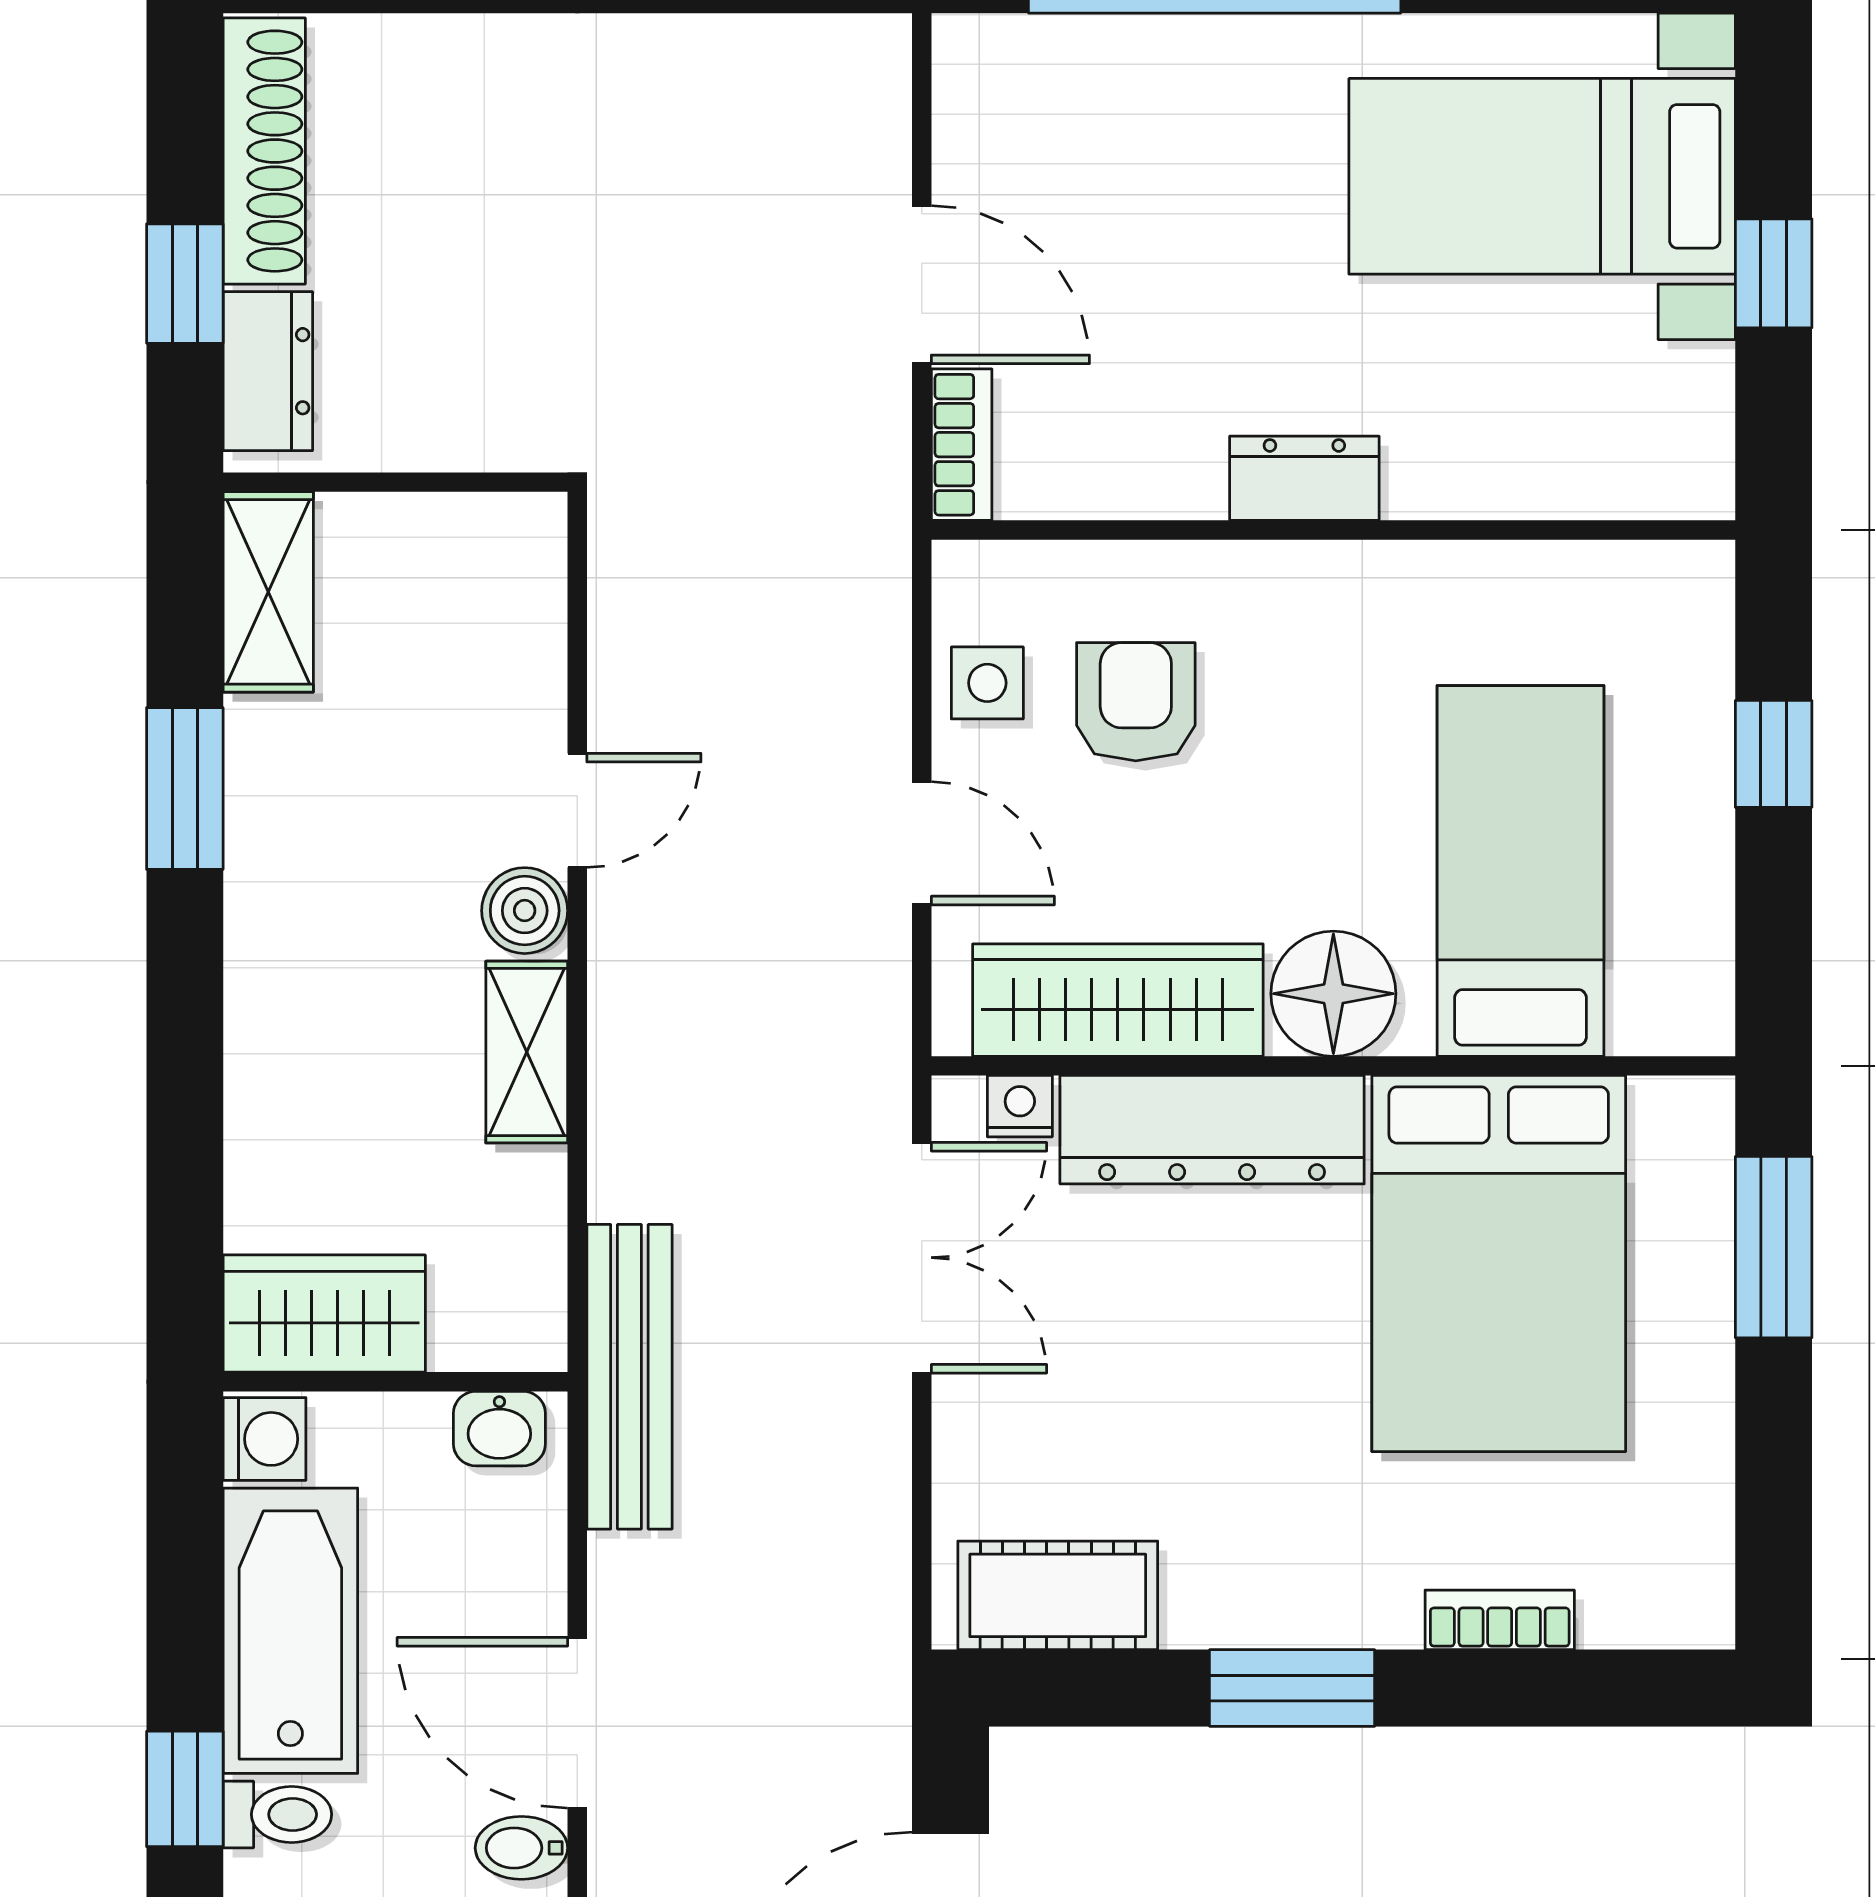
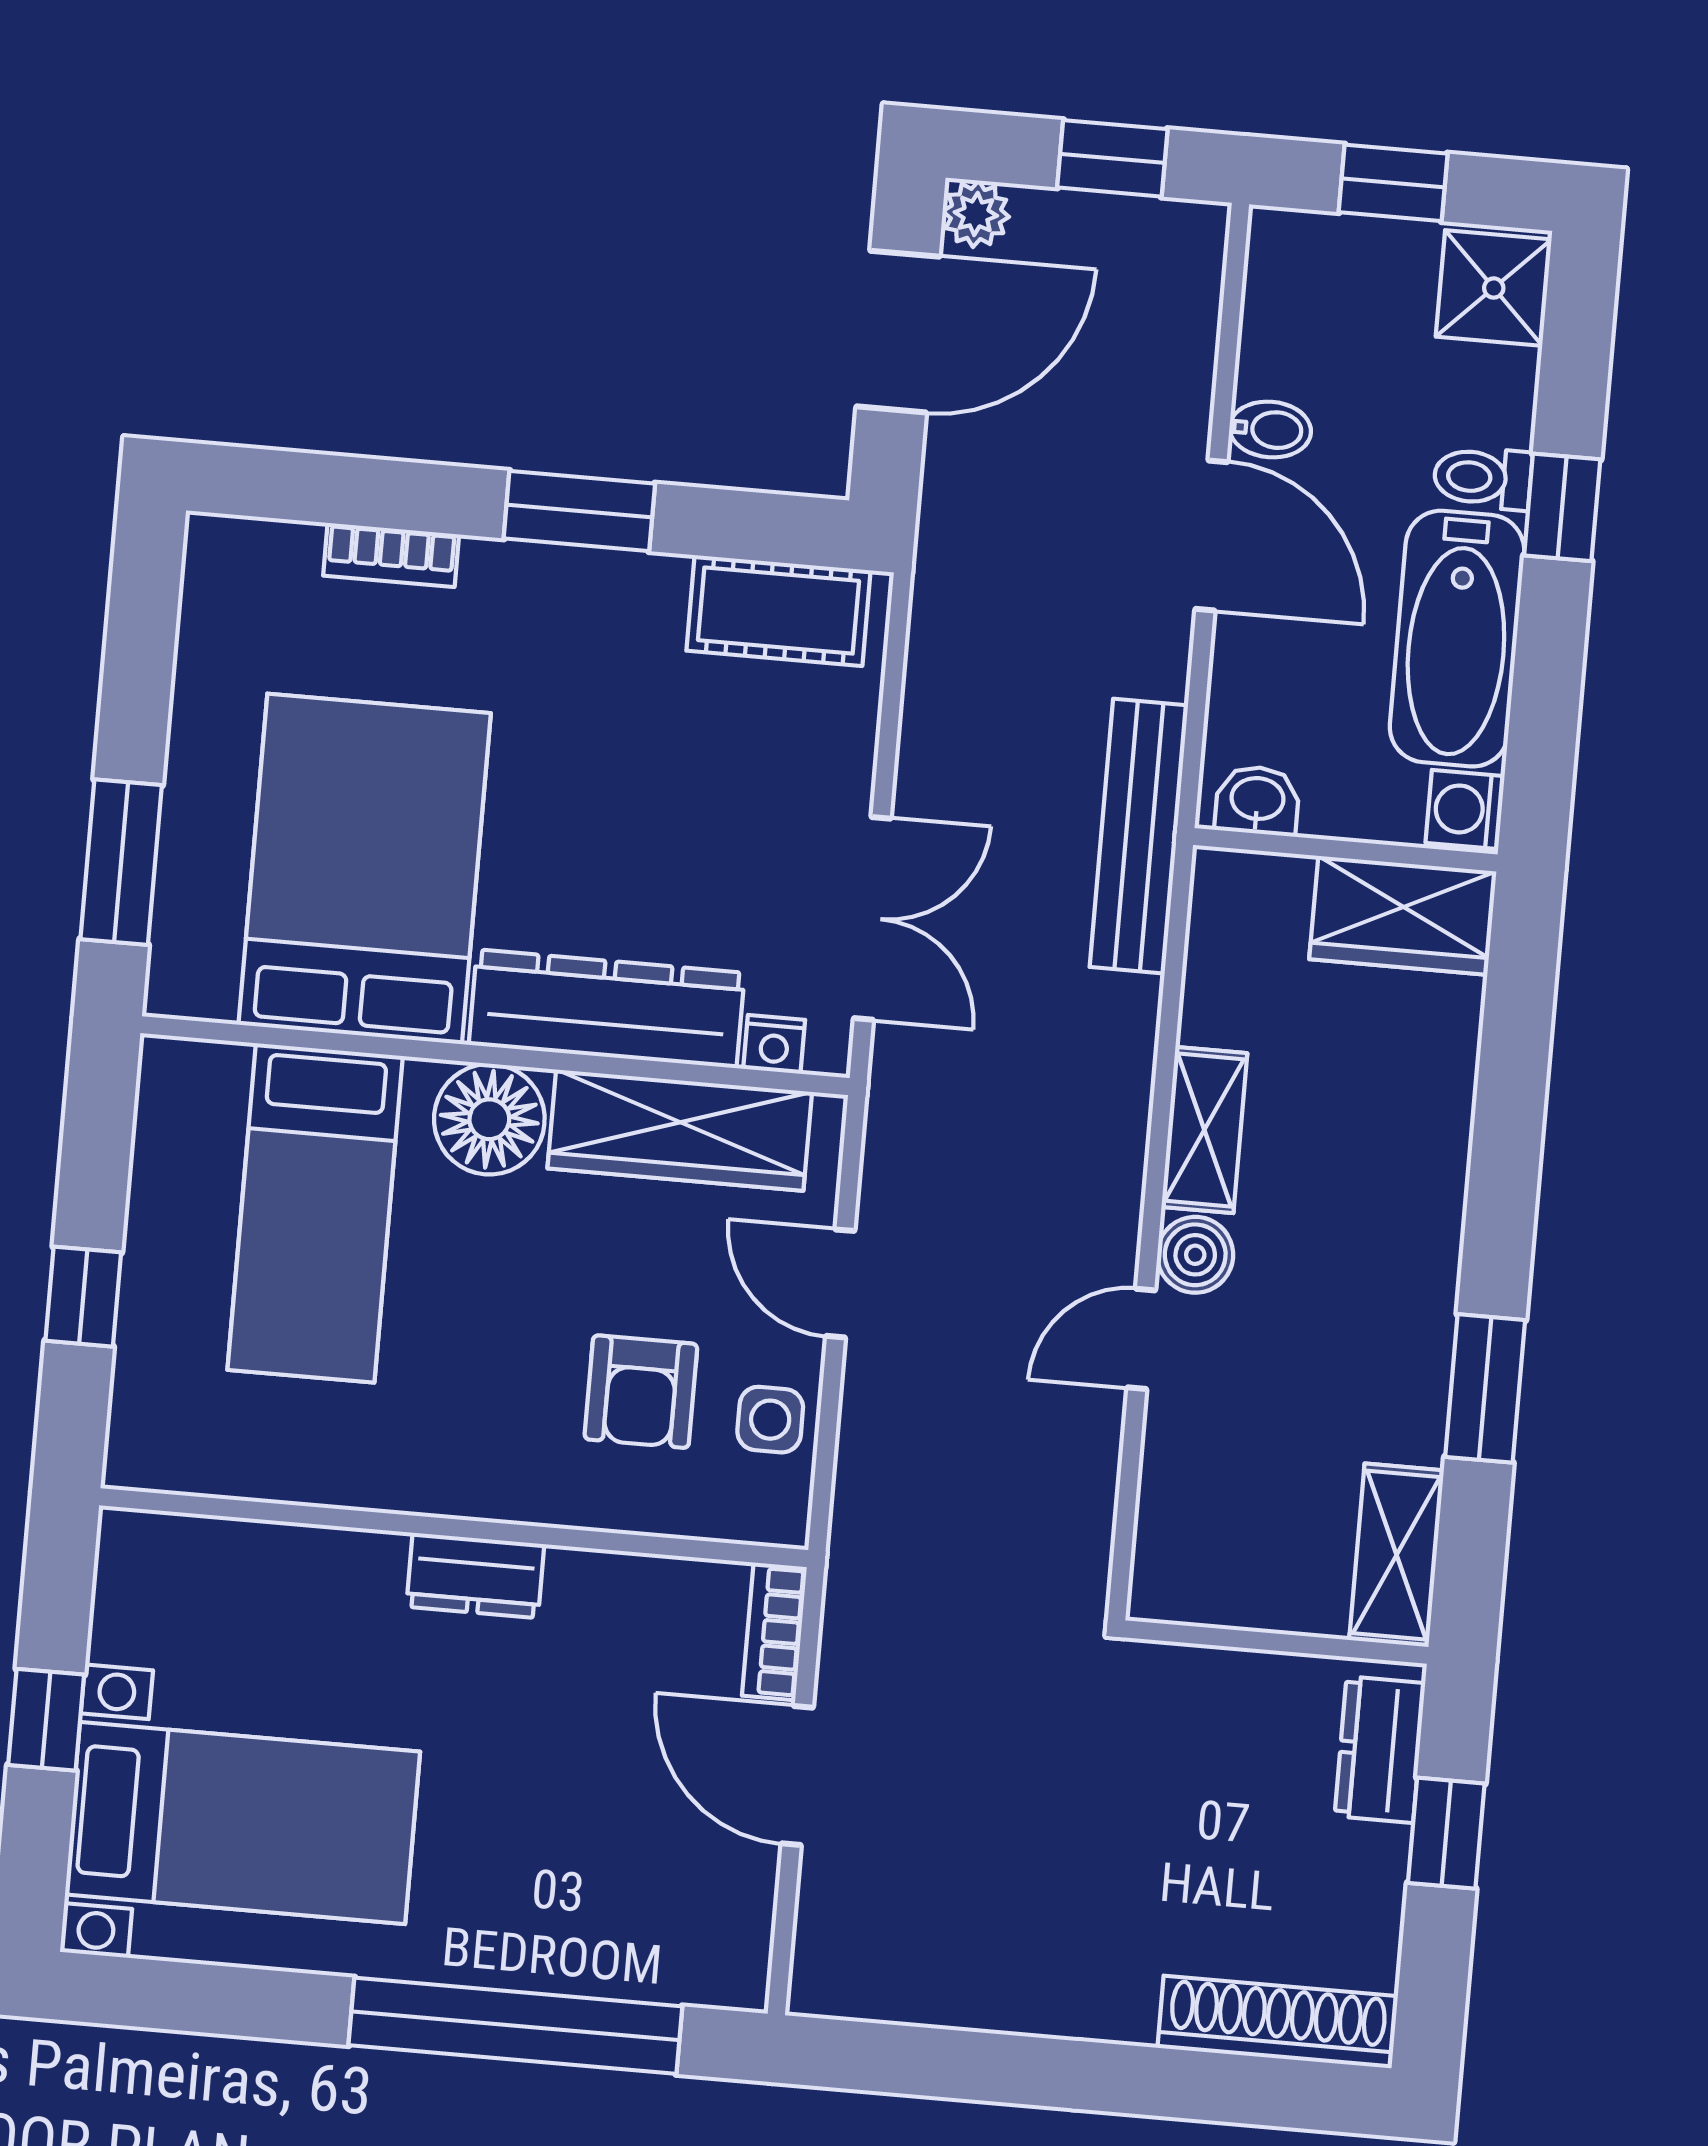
shoe rack: (264, 151) -> (1278, 2022), moved, turned 90
double door: (922, 1258) -> (872, 918), swing flipped

